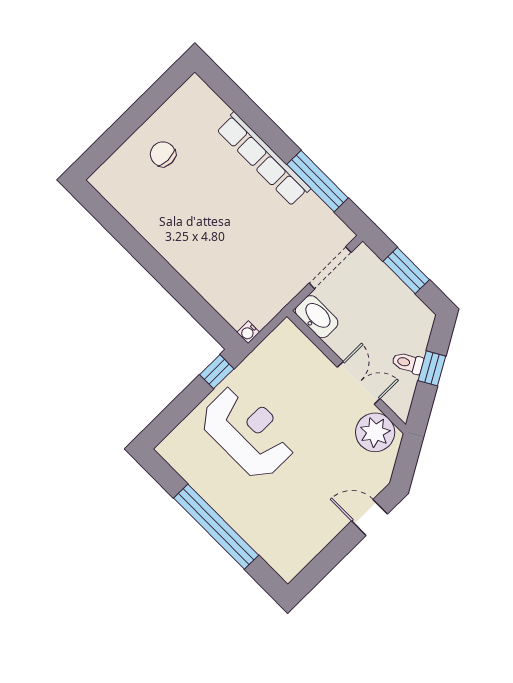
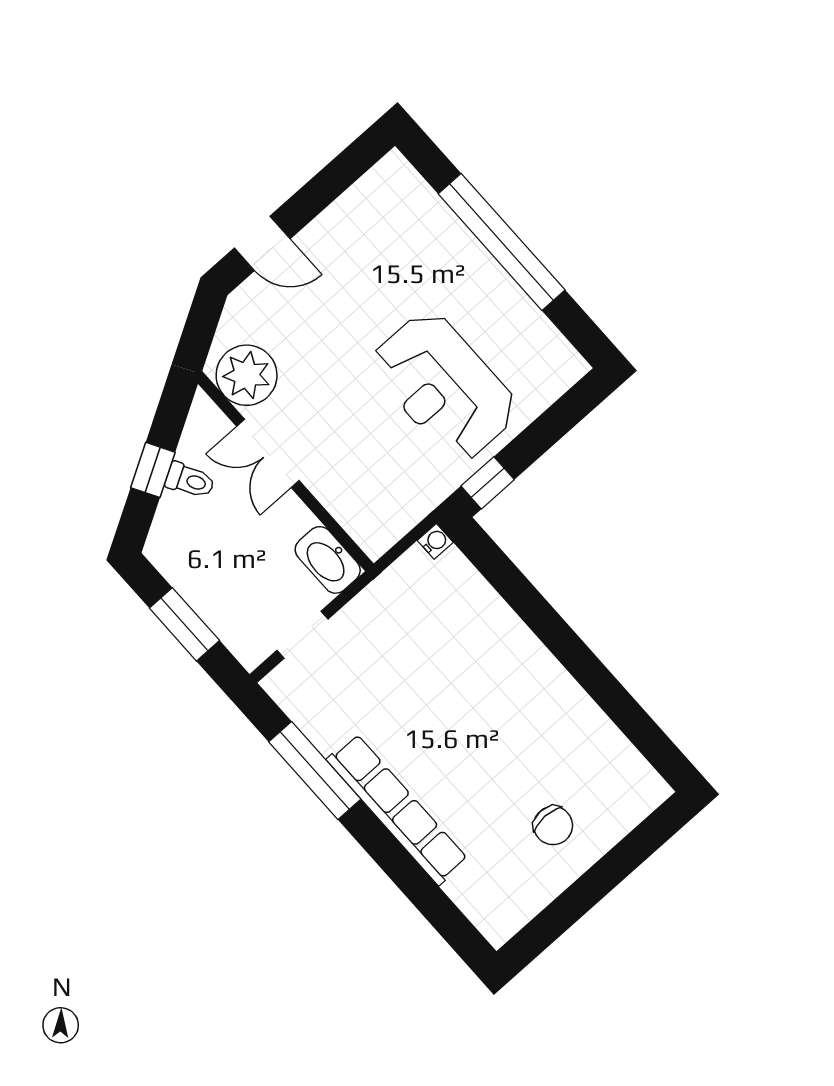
doorway: (330, 268) -> (303, 635), width x0.73

